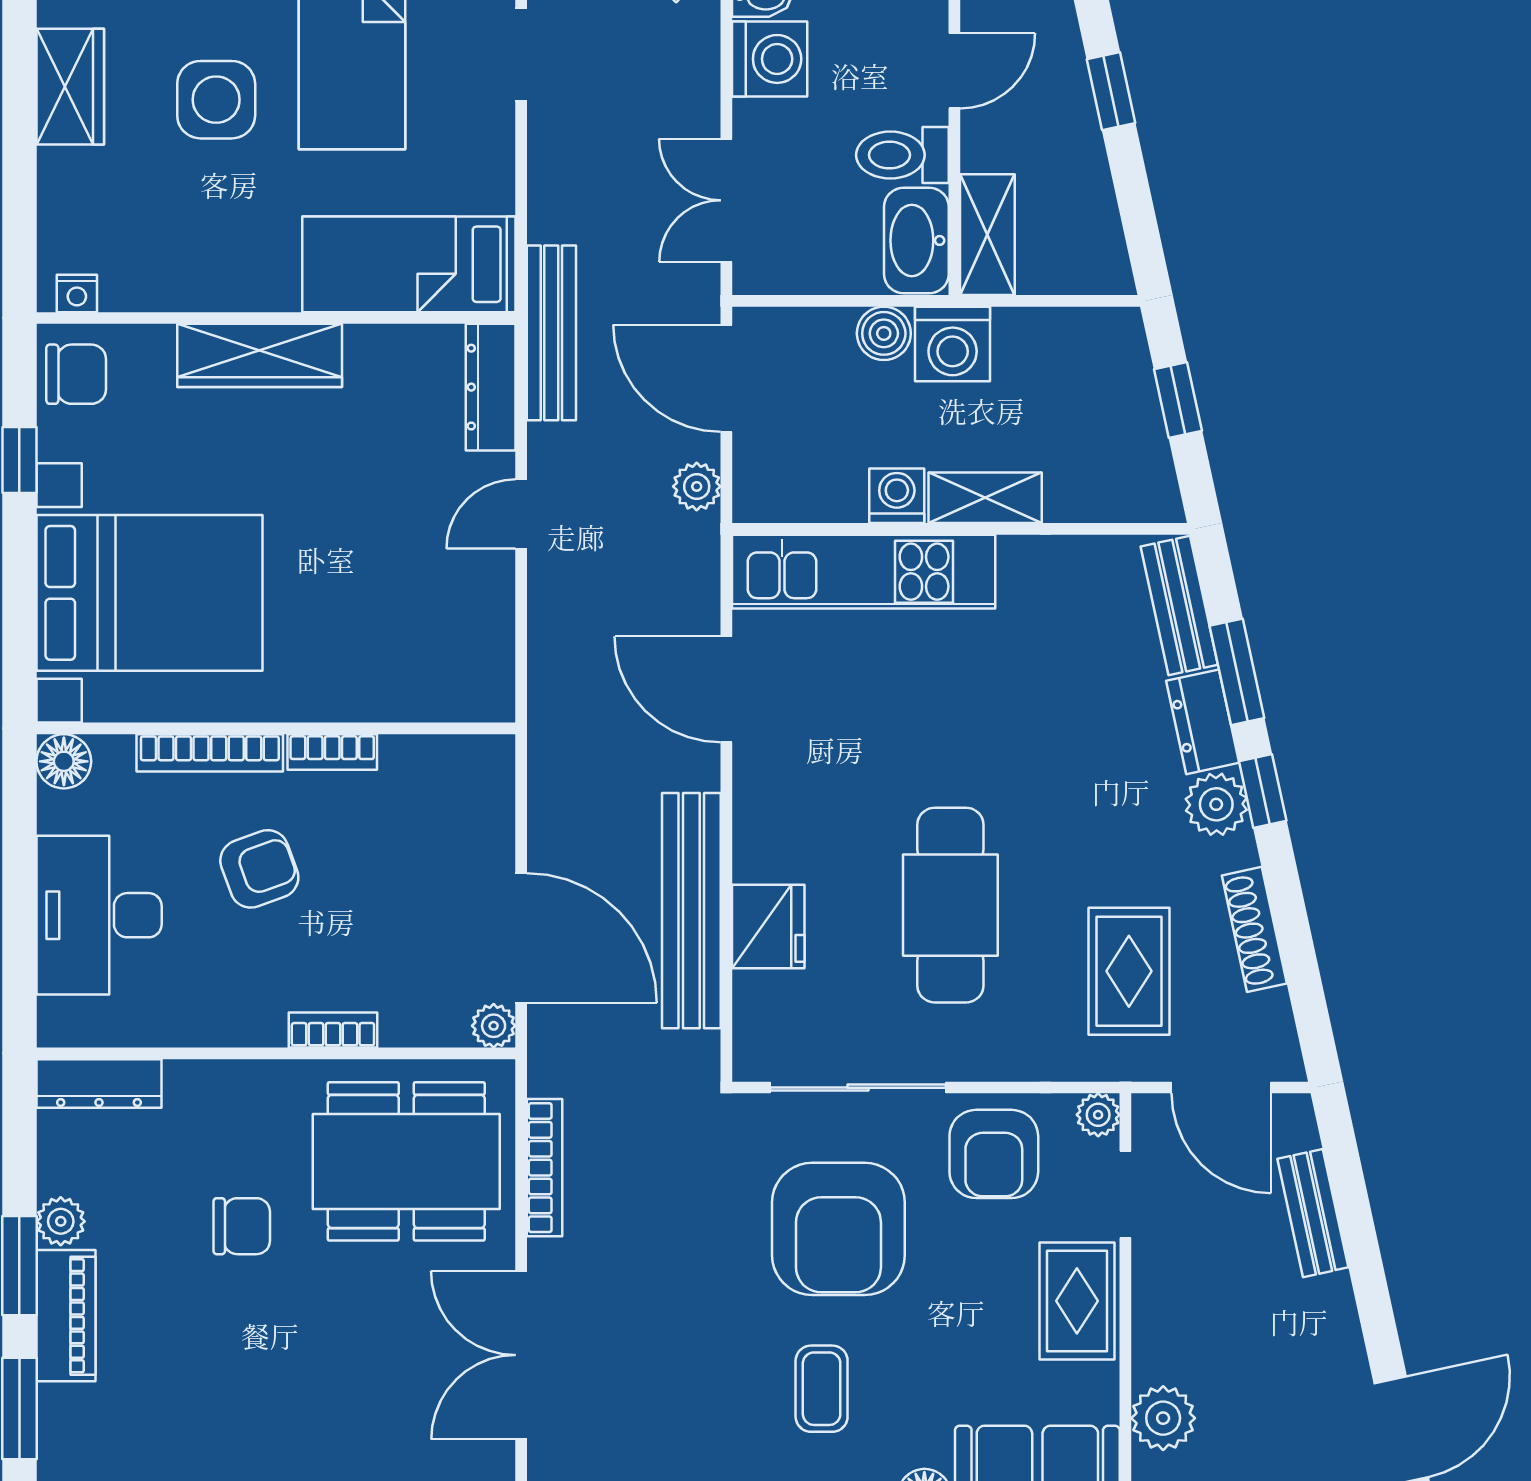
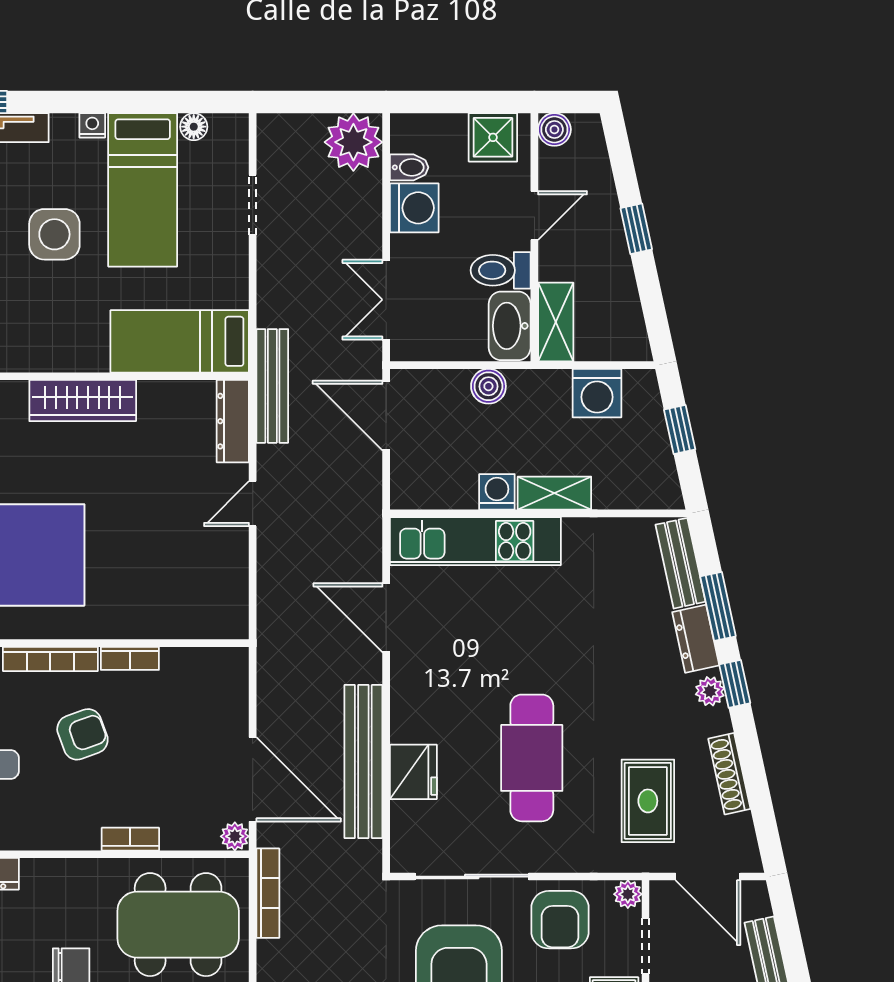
washing machine: (953, 344) -> (597, 393), moved
plant: (697, 486) -> (367, 486), removed
plant: (1216, 804) -> (710, 691), width x0.73, depth x0.73
bookcase: (544, 1168) -> (268, 893), moved

